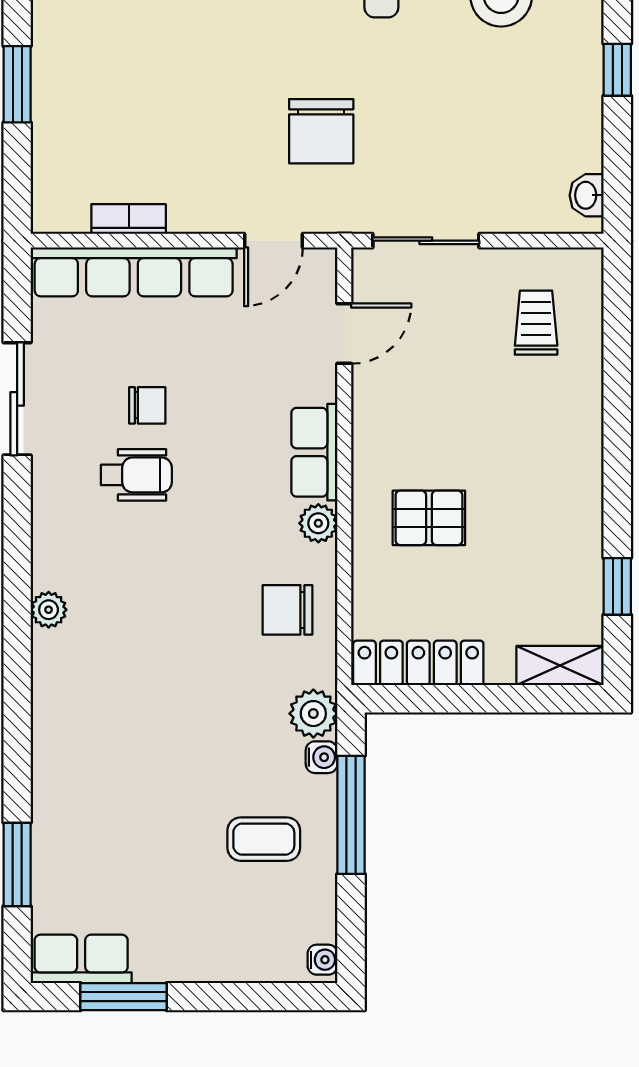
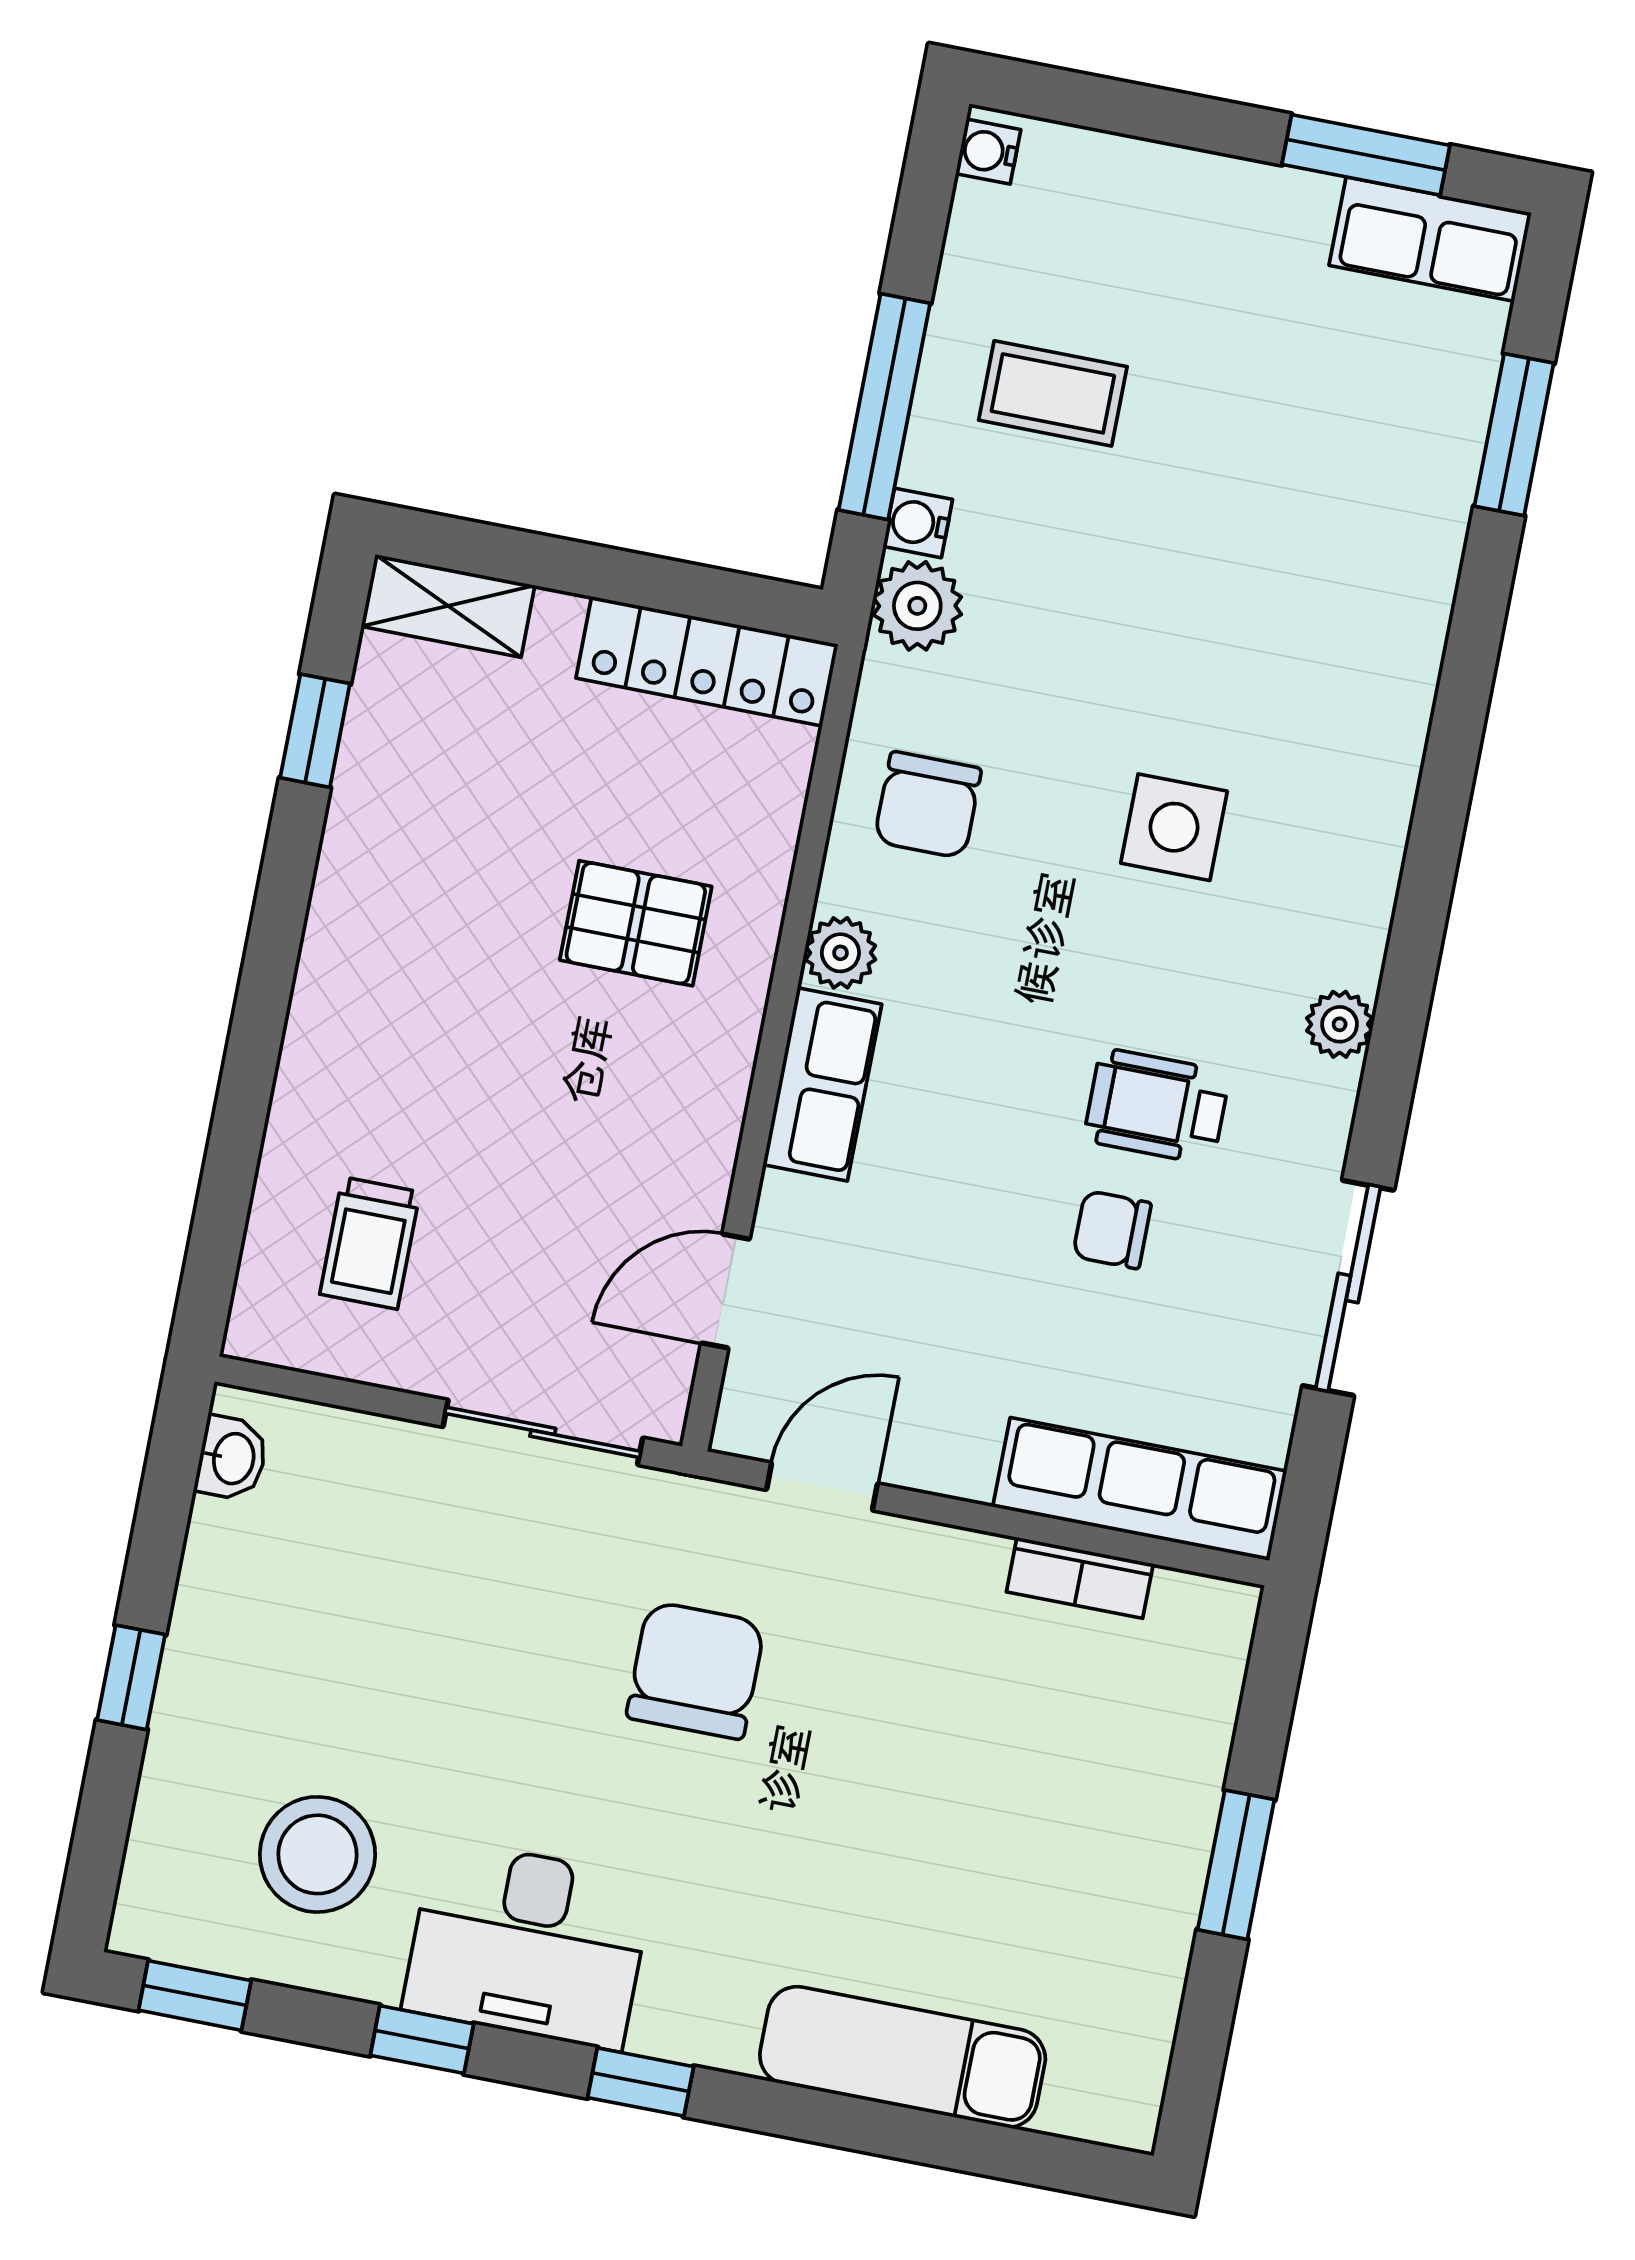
row of seats: (134, 272) -> (1140, 1489), width x0.73
plant: (49, 610) -> (1340, 1024), moved
chair: (288, 610) -> (928, 805), turned 90
side table: (156, 623) -> (1174, 827), added

